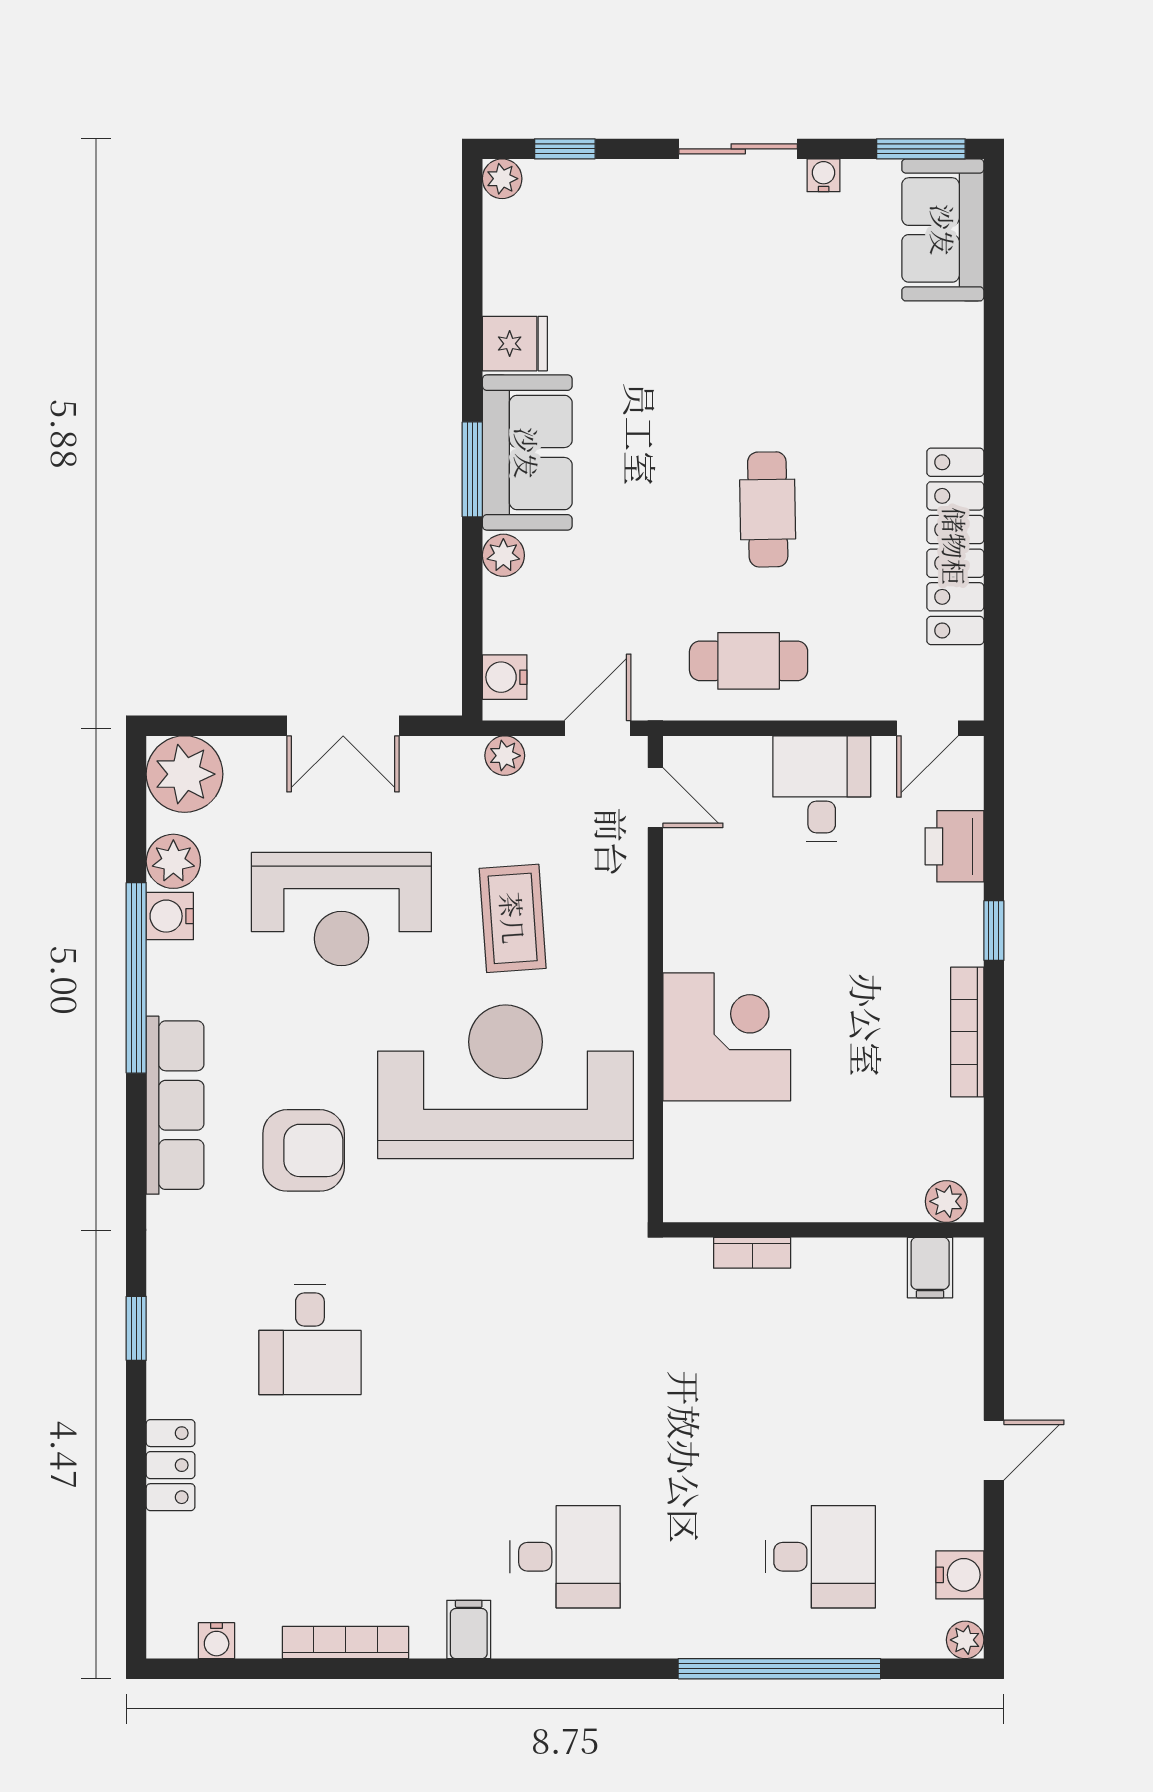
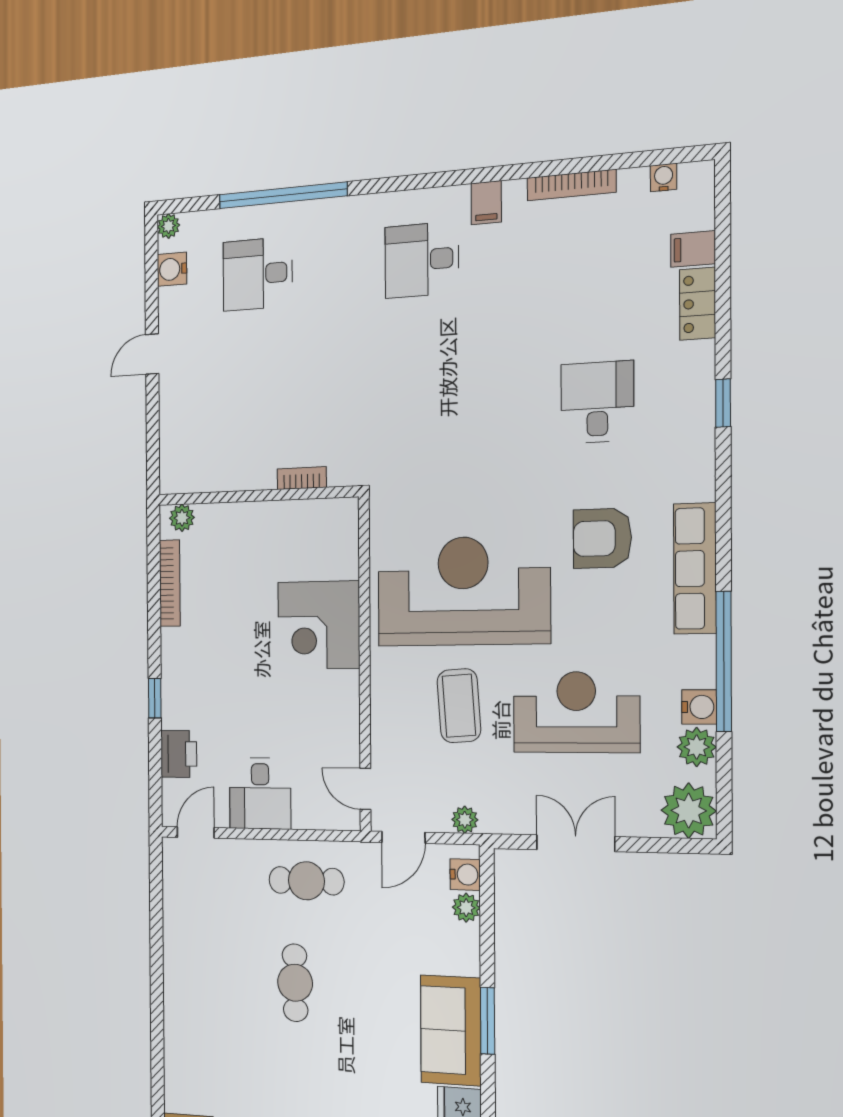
locker: (955, 546) -> (180, 952), removed
plant: (503, 555) -> (466, 908), moved
bookcase: (967, 1032) -> (170, 583), moved
reception desk: (505, 1082) -> (463, 591), turned 180
filing cabinet: (930, 1268) -> (693, 249), moved, turned -90

